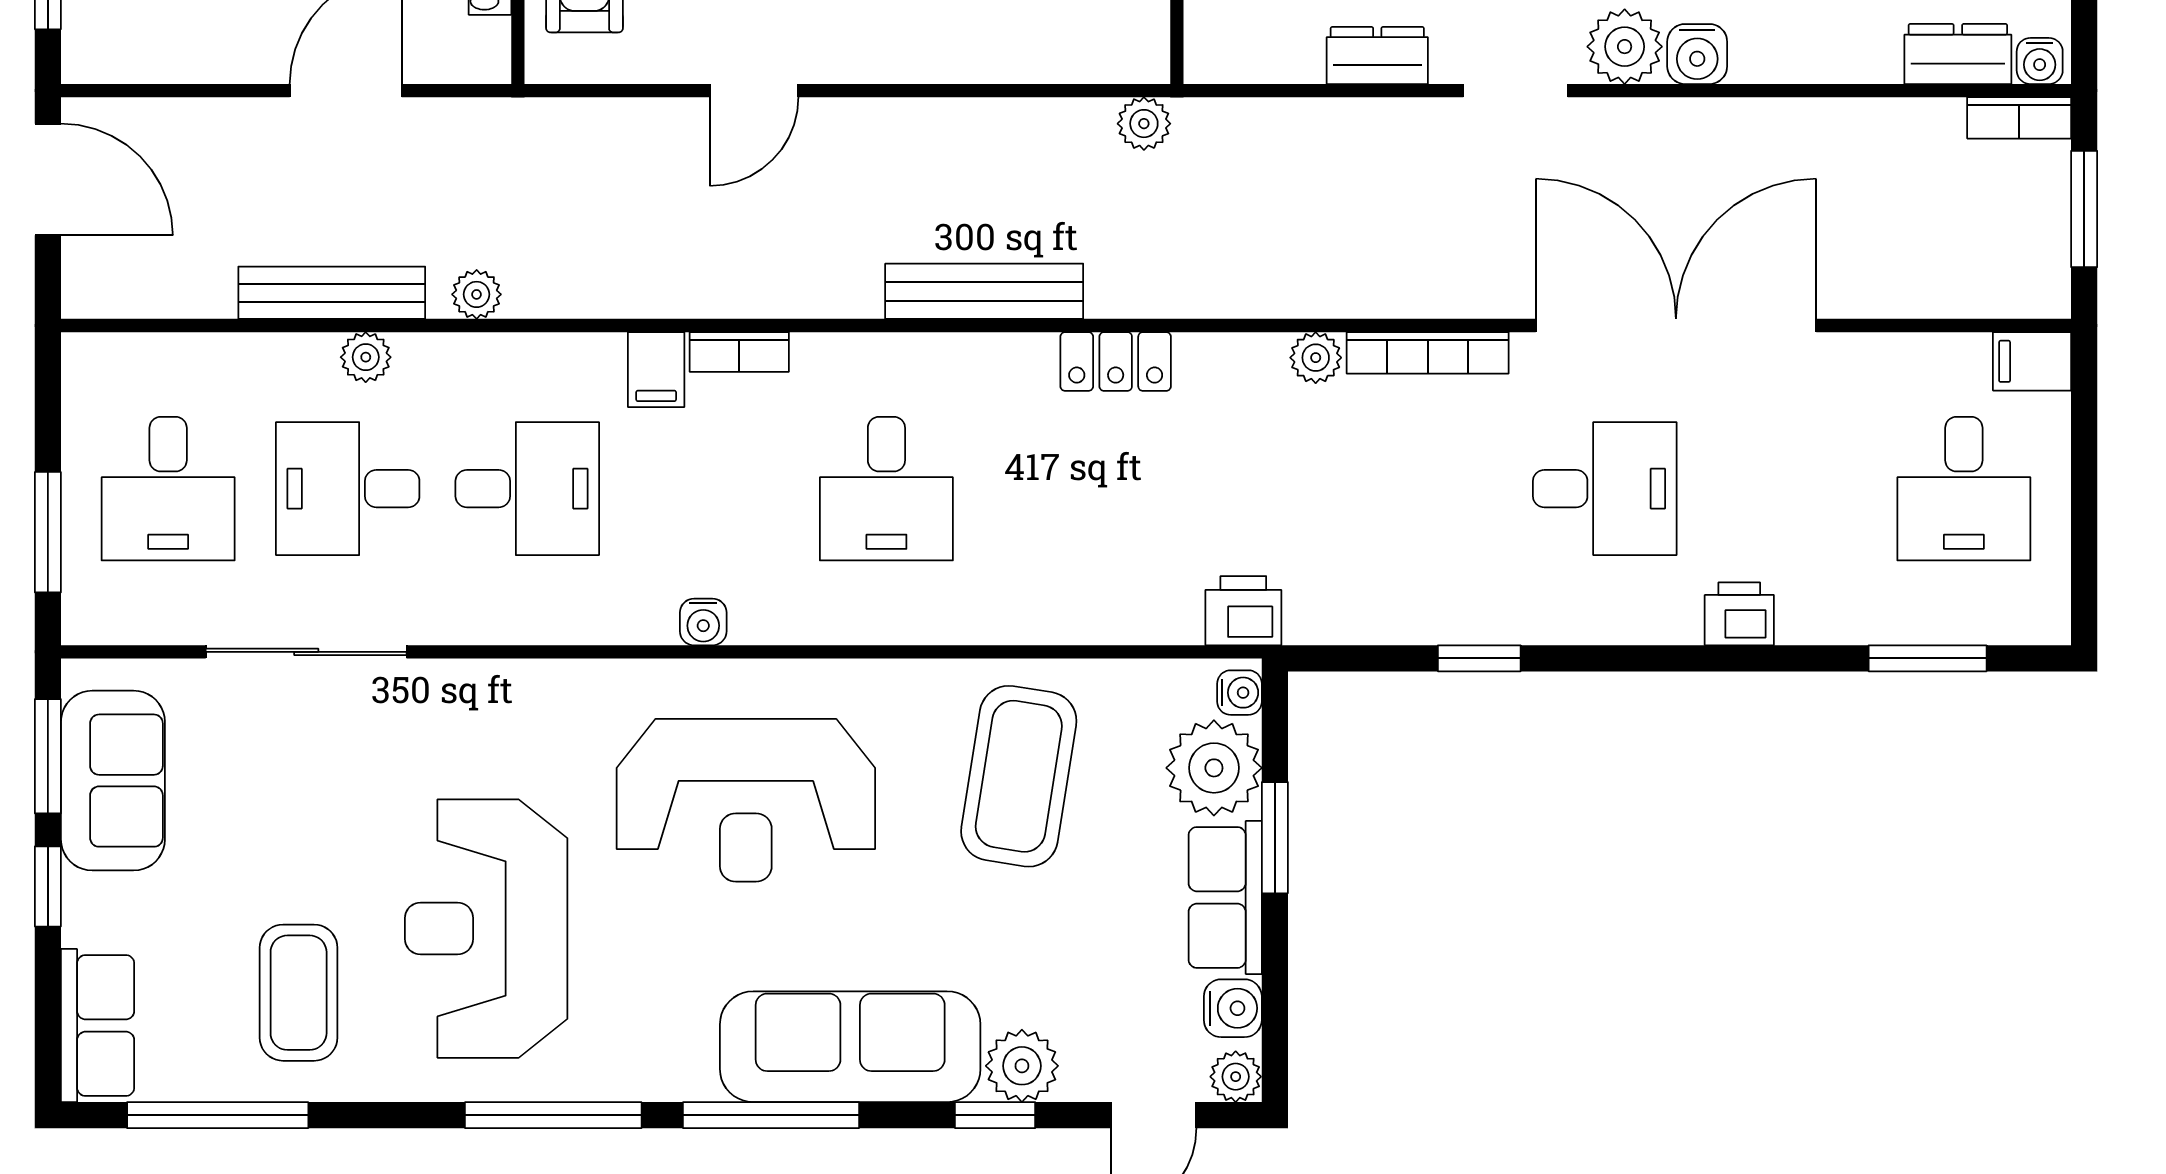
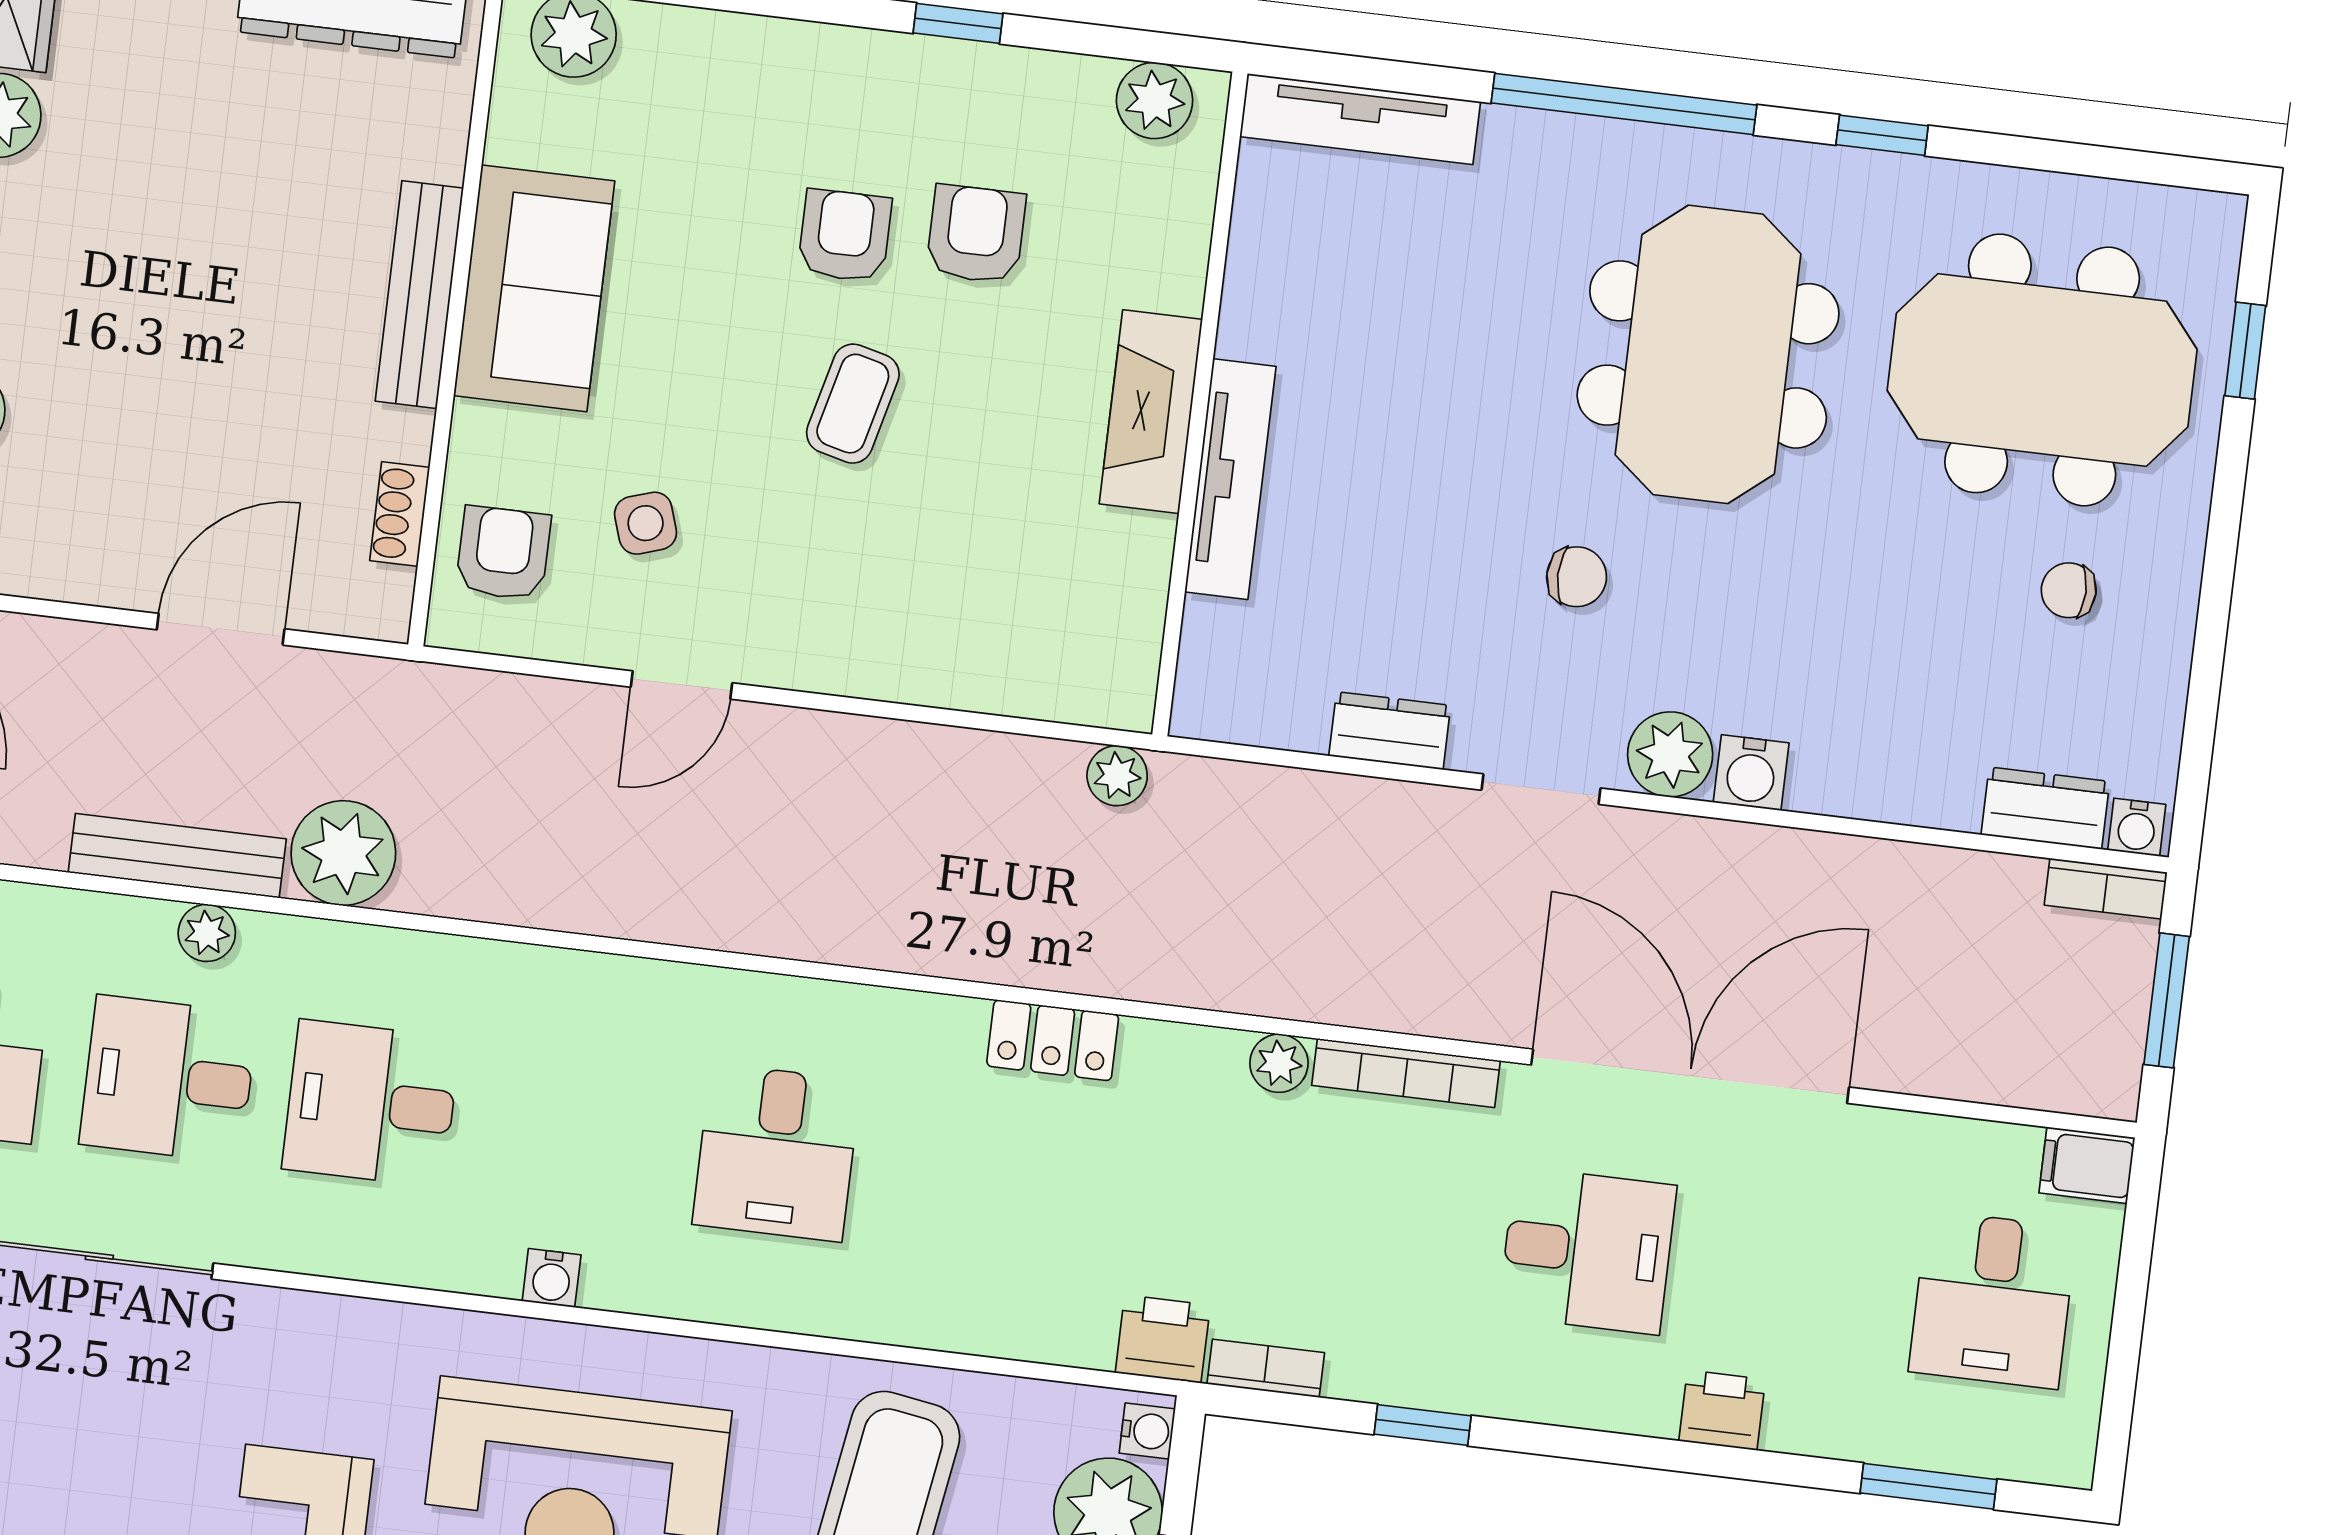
bench: (984, 291) -> (914, 943), removed
plant: (477, 294) -> (343, 853), width x1.88, depth x1.88
bookcase: (739, 352) -> (1266, 1368), moved, turned 180
filing cabinet: (656, 370) -> (533, 987), removed
desk: (527, 489) -> (371, 1103), turned 180

